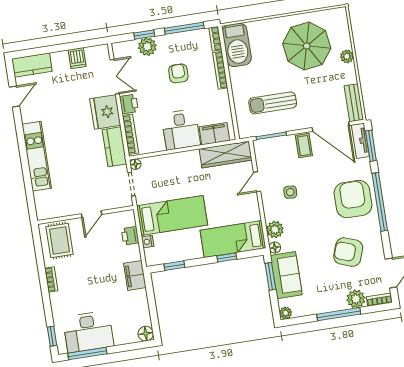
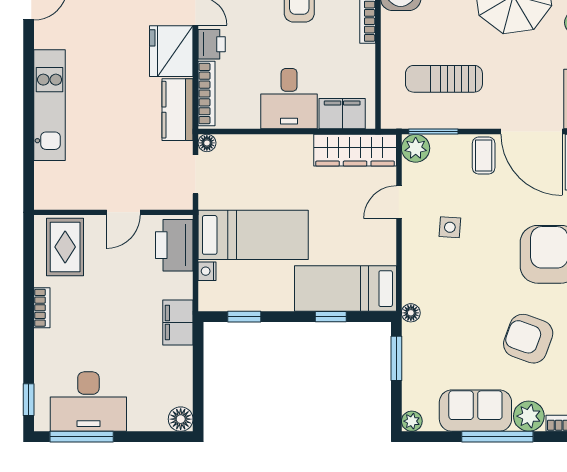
plant: (275, 229) -> (416, 148), moved
printer: (130, 236) -> (174, 245), width x1.87, depth x1.48
sofa: (286, 275) -> (475, 411), moved, turned -90

